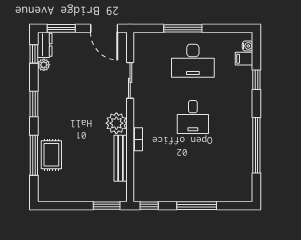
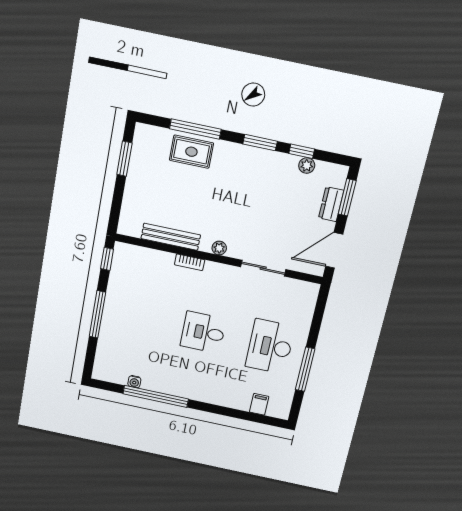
window: (183, 28) -> (305, 369), moved
dresser: (45, 45) -> (331, 204), moved, turned 90
water cooler: (248, 46) -> (134, 382), moved
window: (34, 54) -> (302, 151), moved
window: (256, 80) -> (232, 413), removed
plant: (116, 123) -> (219, 248), width x0.53, depth x0.53
window: (107, 206) -> (124, 159), moved

